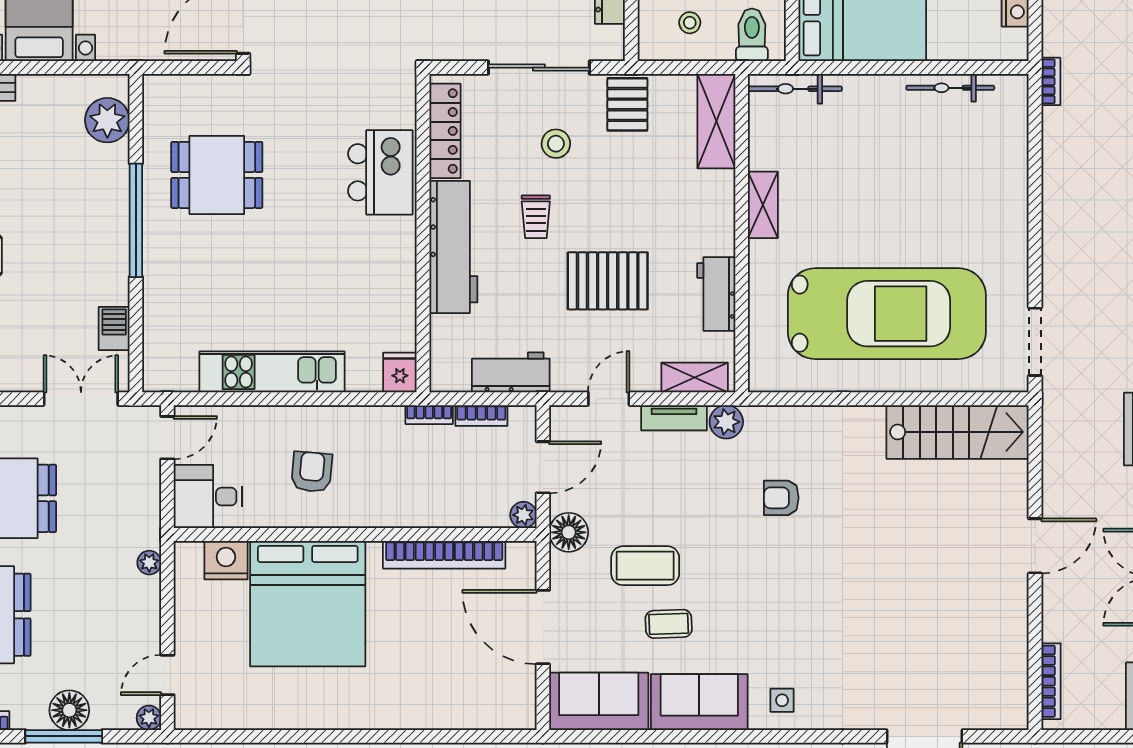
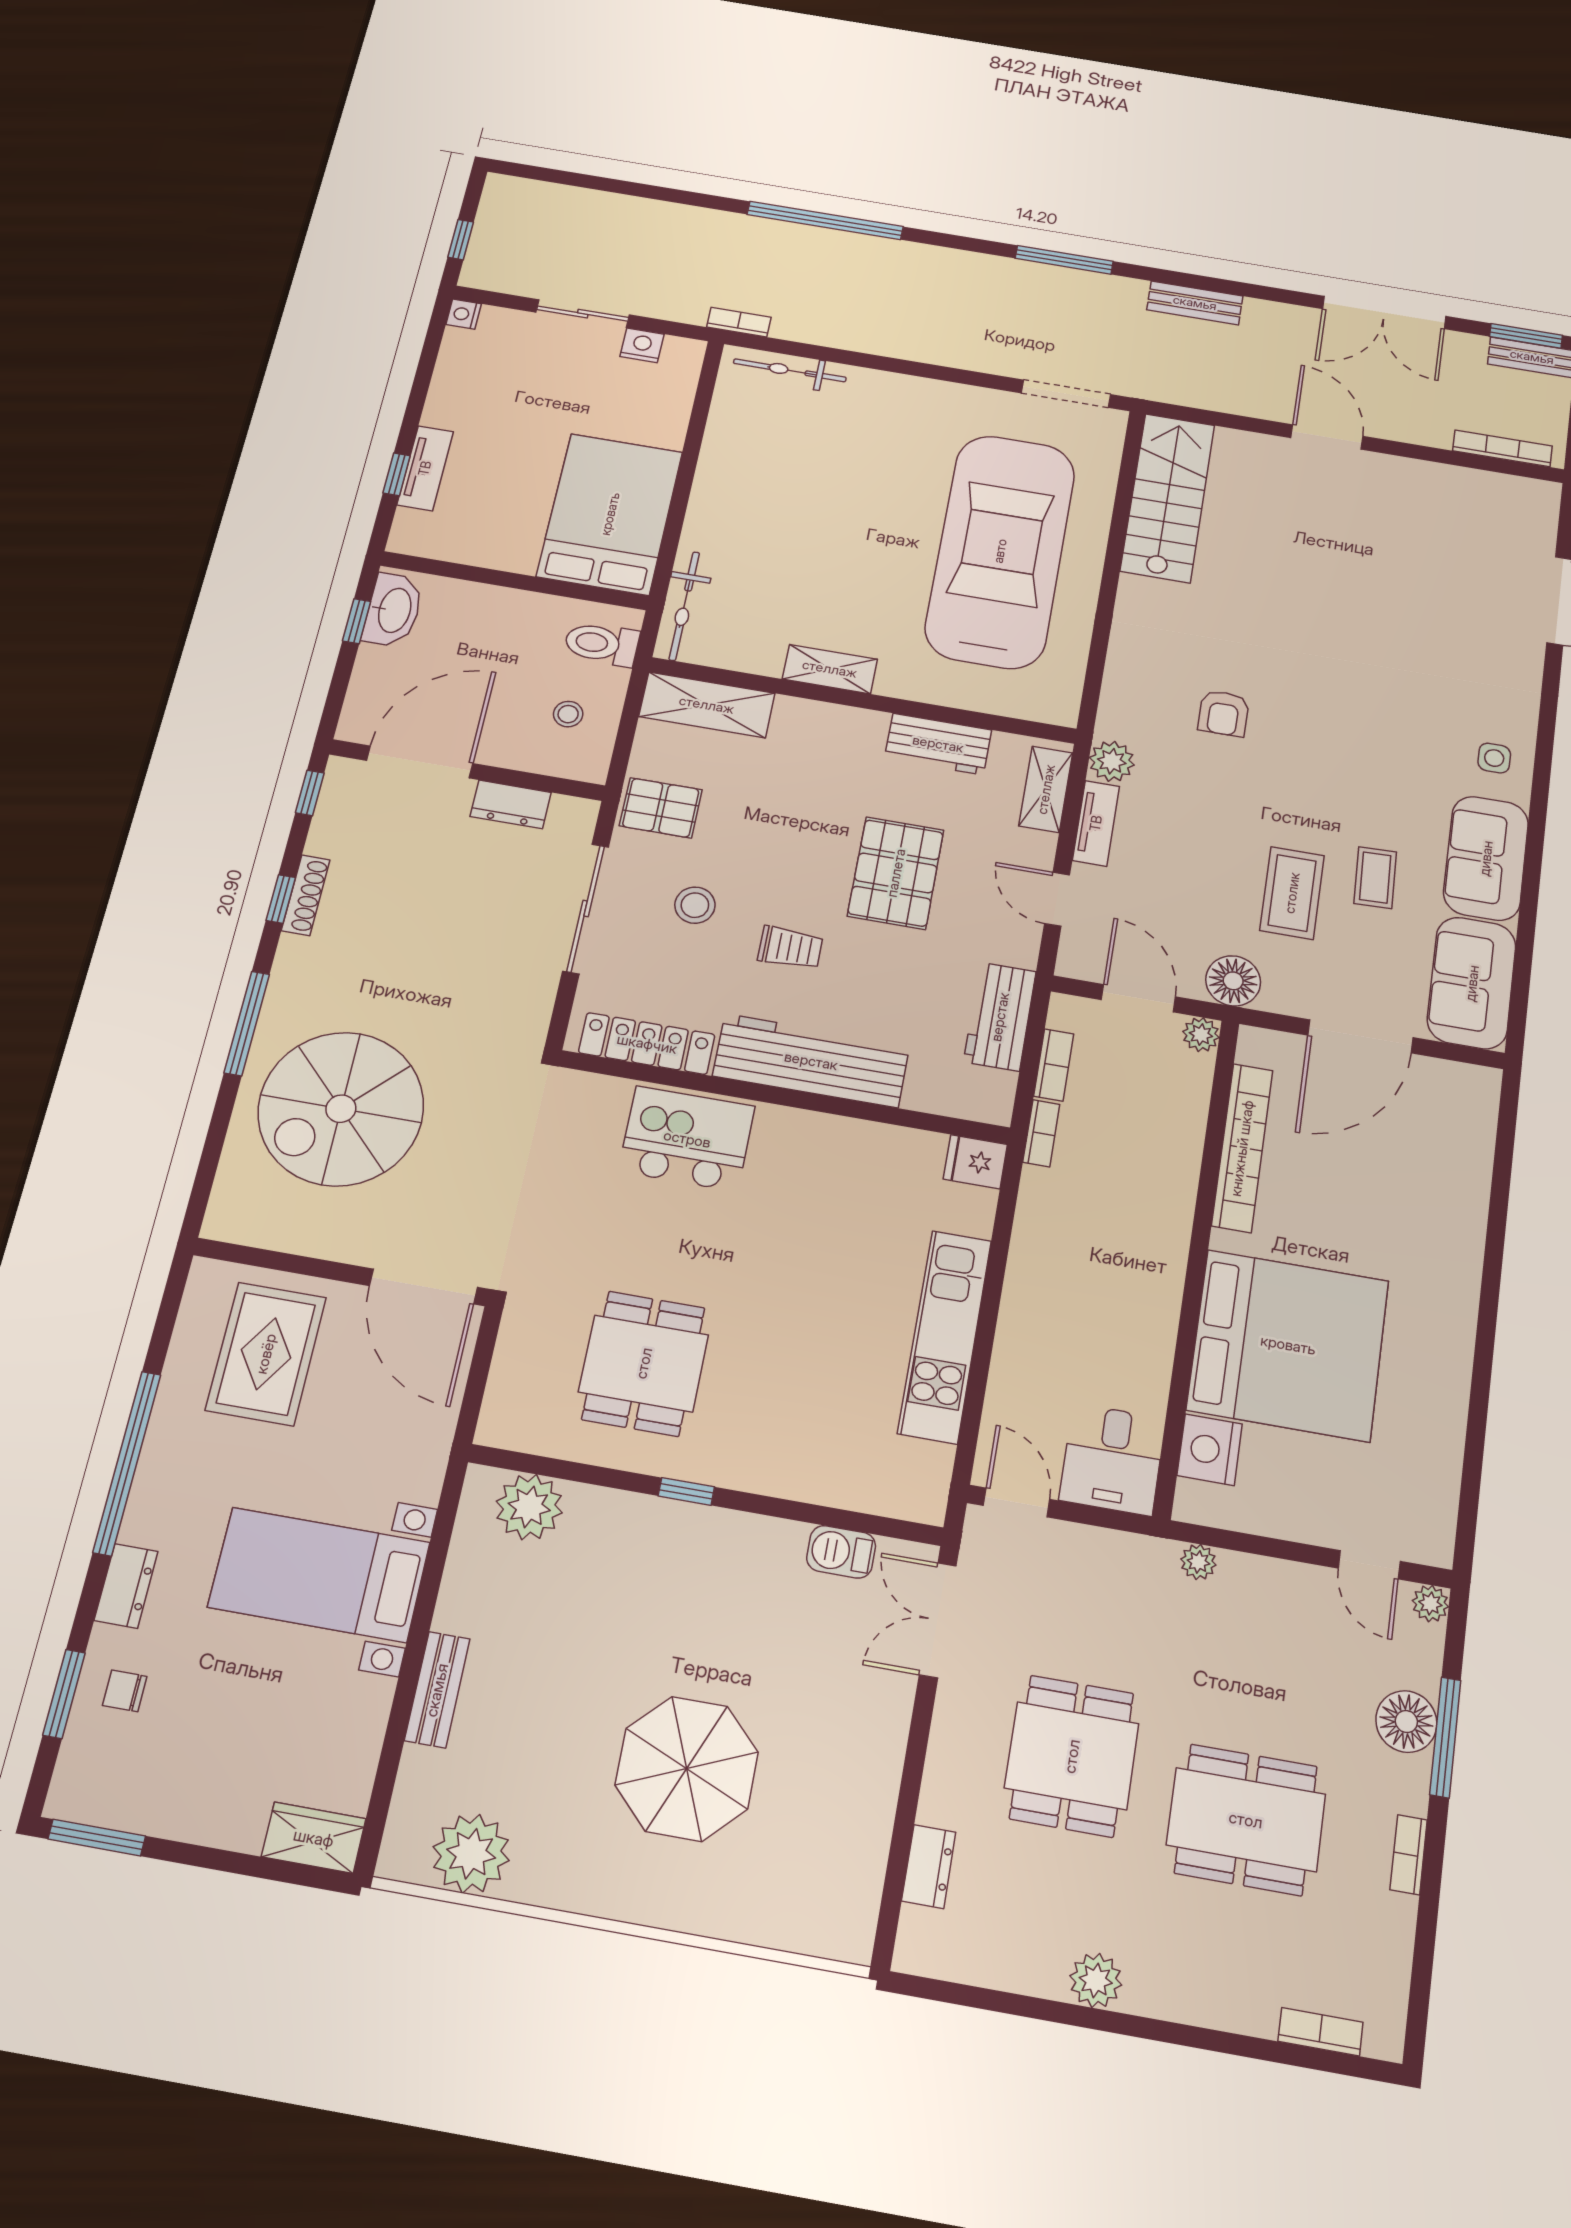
bicycle: (950, 88) -> (790, 370), moved, turned 90
window: (136, 220) -> (686, 1491), width x0.32
armchair: (312, 472) -> (1098, 1306), removed

